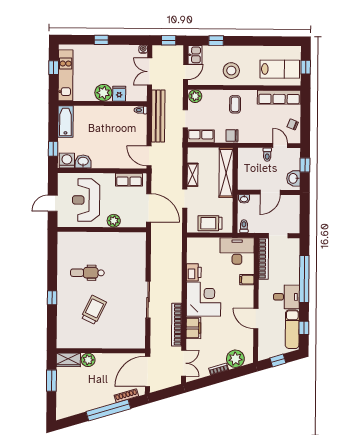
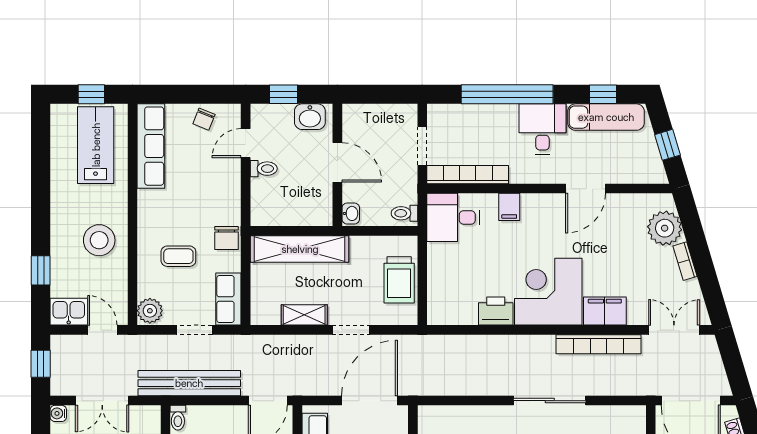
coffee table: (235, 104) -> (178, 256), moved
desk: (237, 251) -> (453, 217), width x0.73

